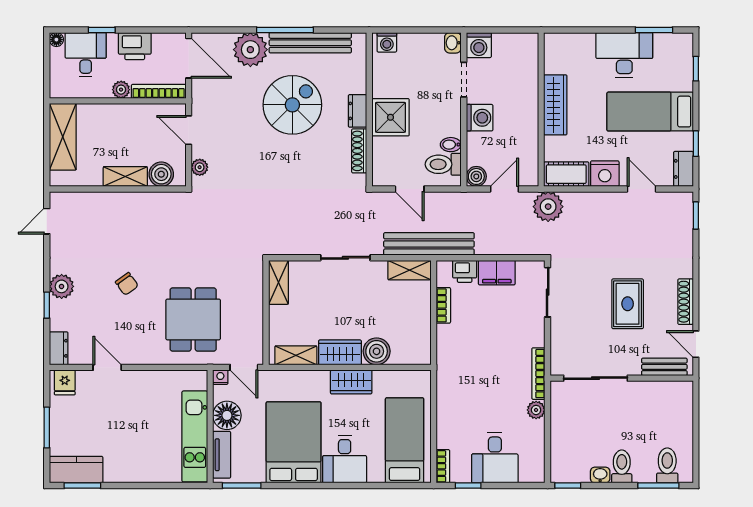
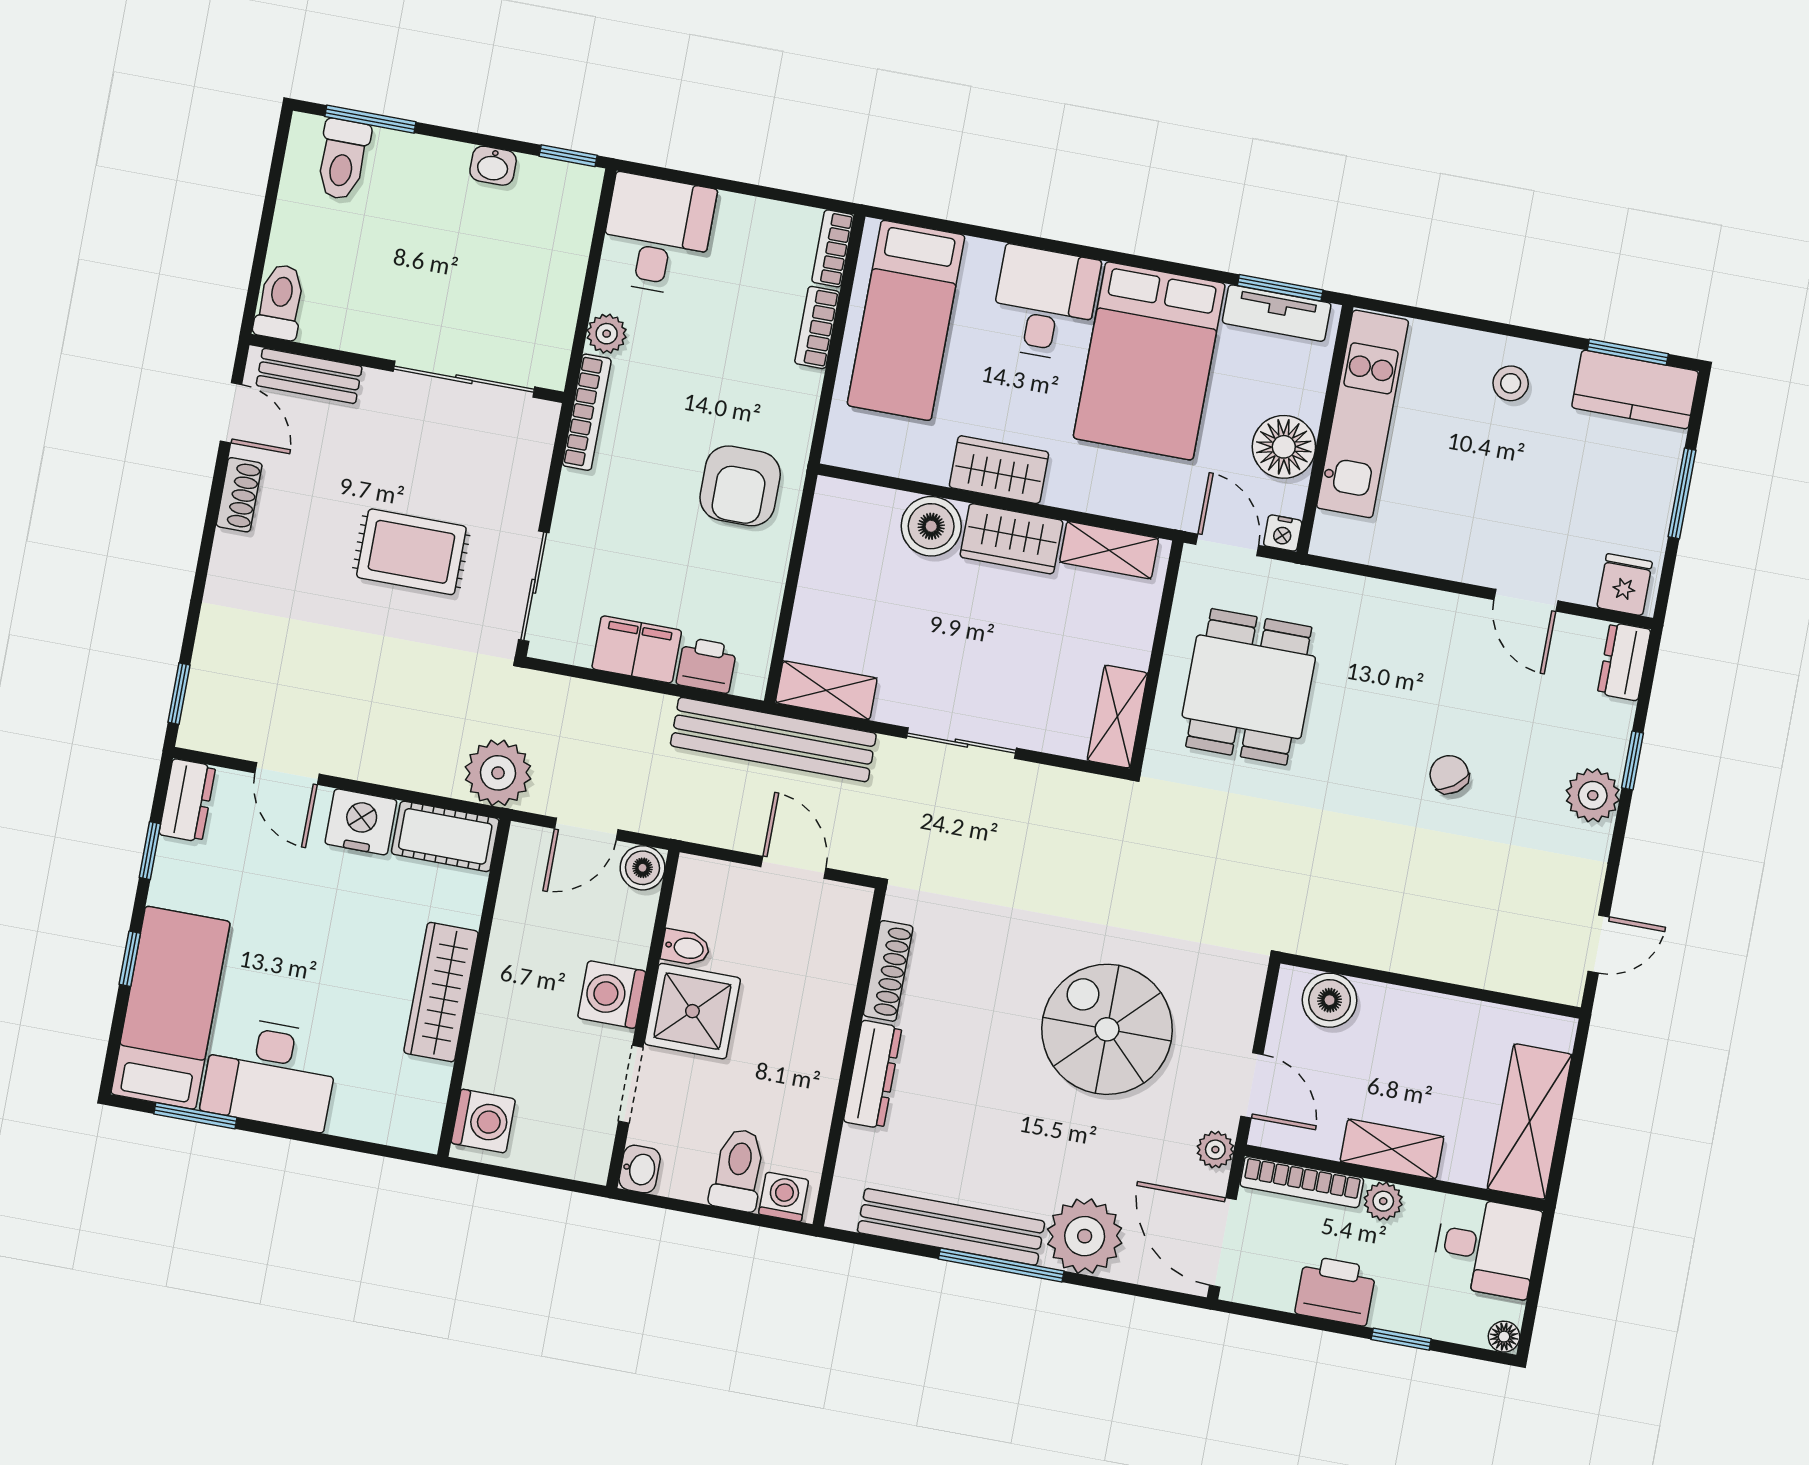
washing machine: (479, 45) -> (483, 1121), moved, turned 90
desk: (86, 55) -> (1486, 1247), moved, turned -90
window: (696, 69) -> (130, 959), moved
spiral stairs: (292, 105) -> (1107, 1029), moved, turned 90
dresser: (357, 111) -> (873, 1074), width x1.44
bed: (650, 112) -> (170, 1008), moved, turned -90
shower: (390, 117) -> (692, 1011), moved
toilet: (443, 164) -> (738, 1170), moved, turned -90
plant: (200, 167) -> (1215, 1150), moved
shelving: (125, 176) -> (1392, 1149), moved
shoe rack: (686, 302) -> (239, 495), width x0.70
rug: (628, 304) -> (411, 552), moved, turned 90
bookcase: (443, 305) -> (817, 327), moved
dining table: (193, 319) -> (1249, 687), moved
armchair: (464, 354) -> (740, 486), added
tv unit: (222, 455) -> (1277, 313), moved, turned -90
desk: (495, 458) -> (657, 235), moved
stool: (132, 462) -> (1511, 383), added
toilet: (622, 466) -> (280, 302), moved, turned 180
window: (468, 486) -> (786, 196), removed

